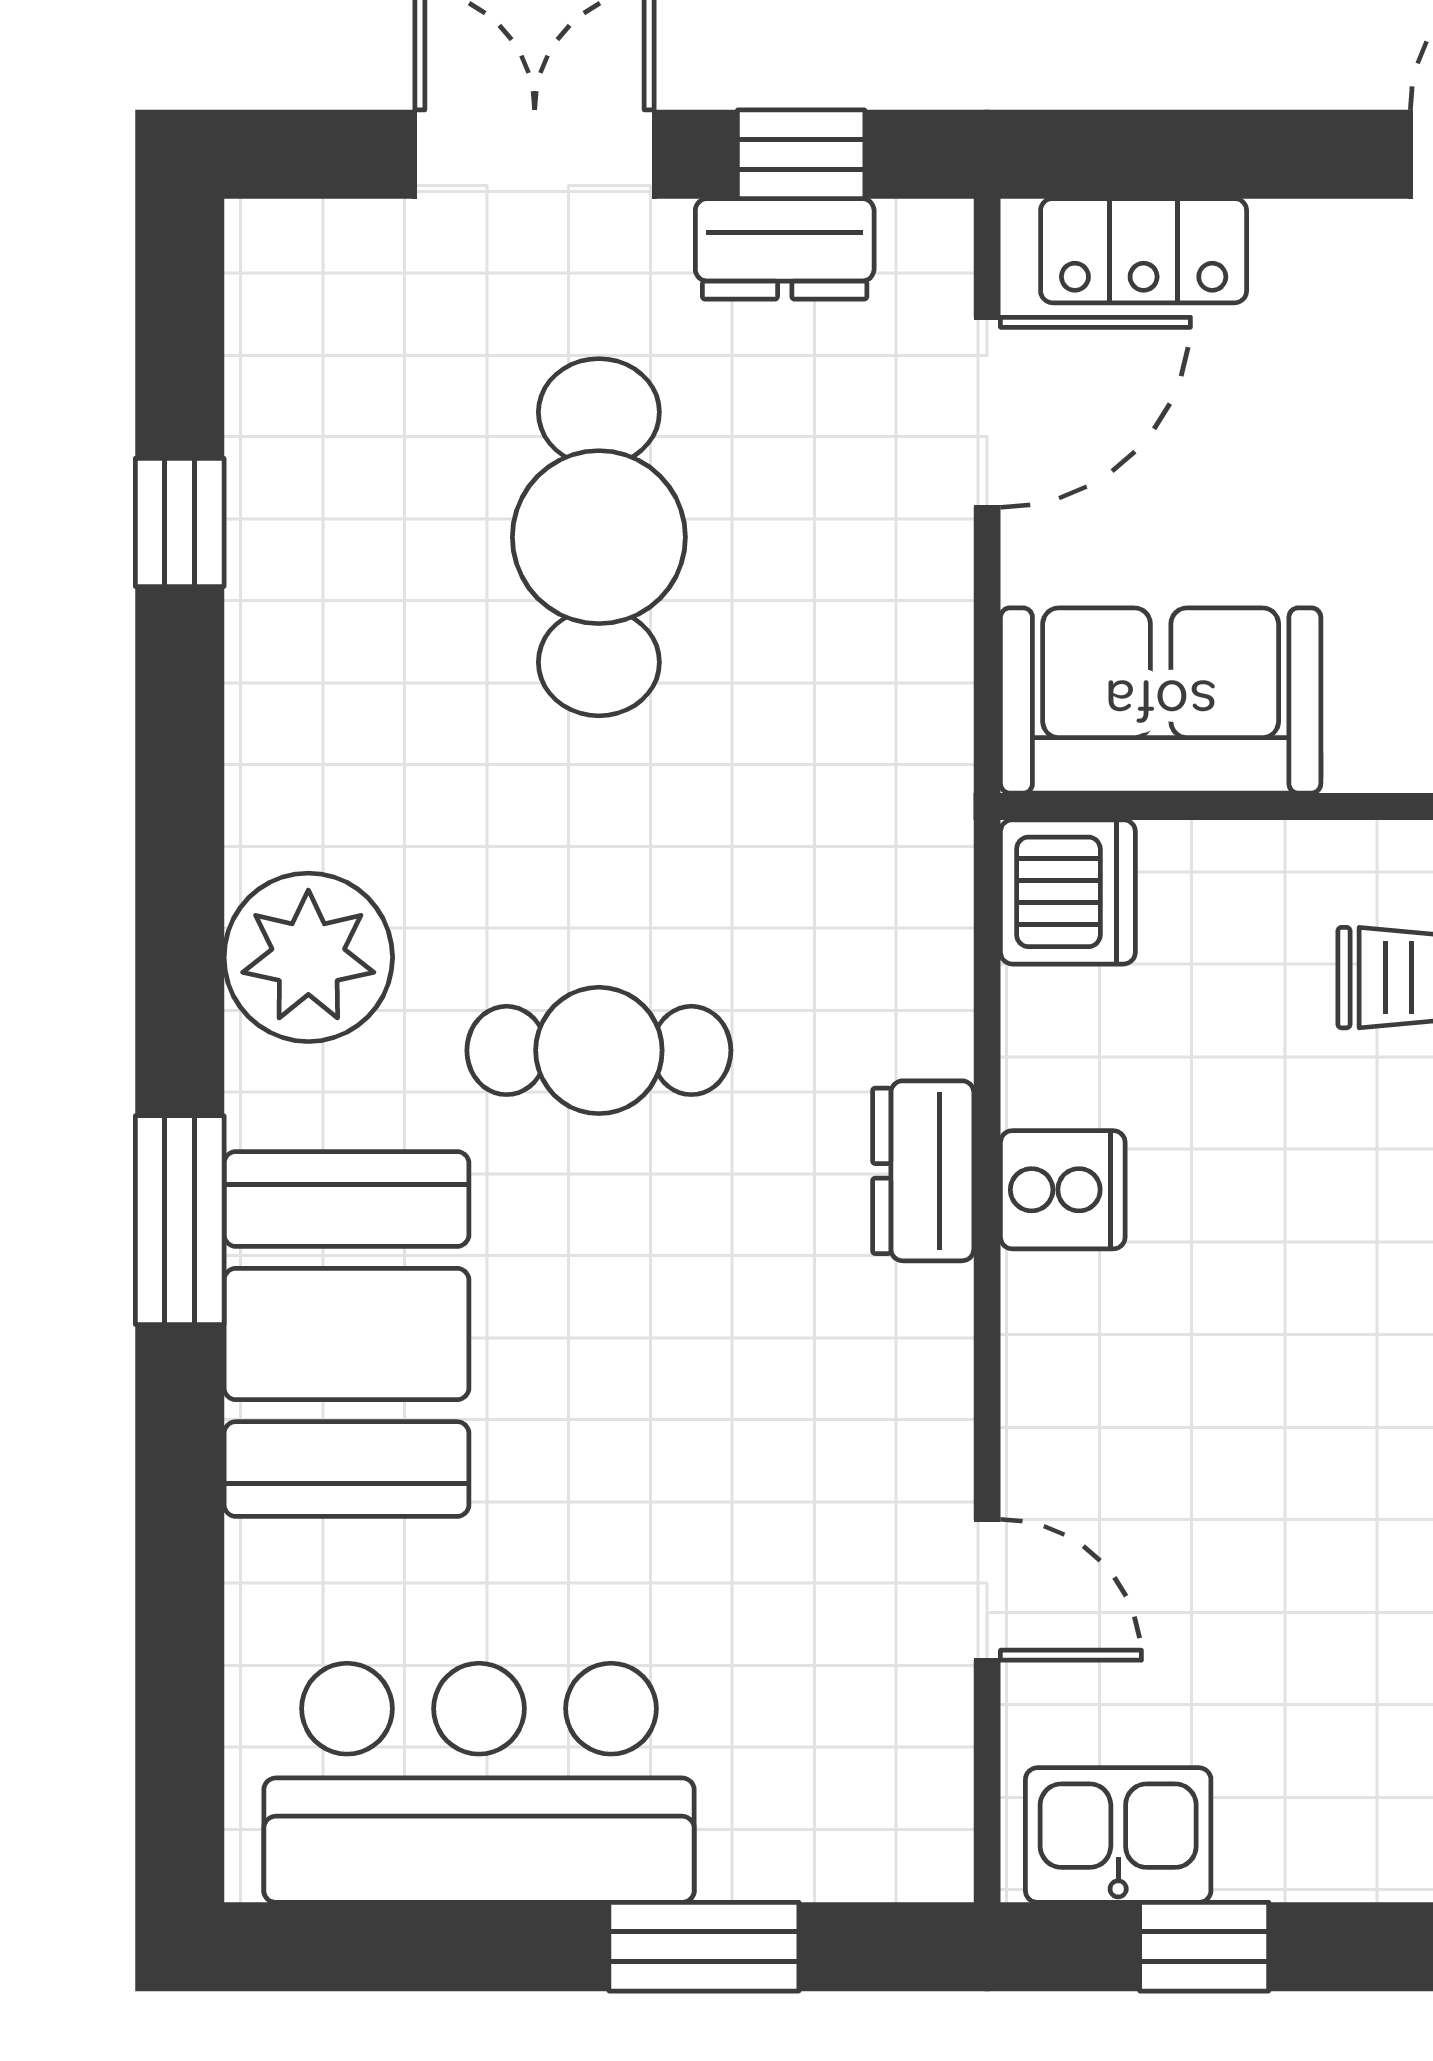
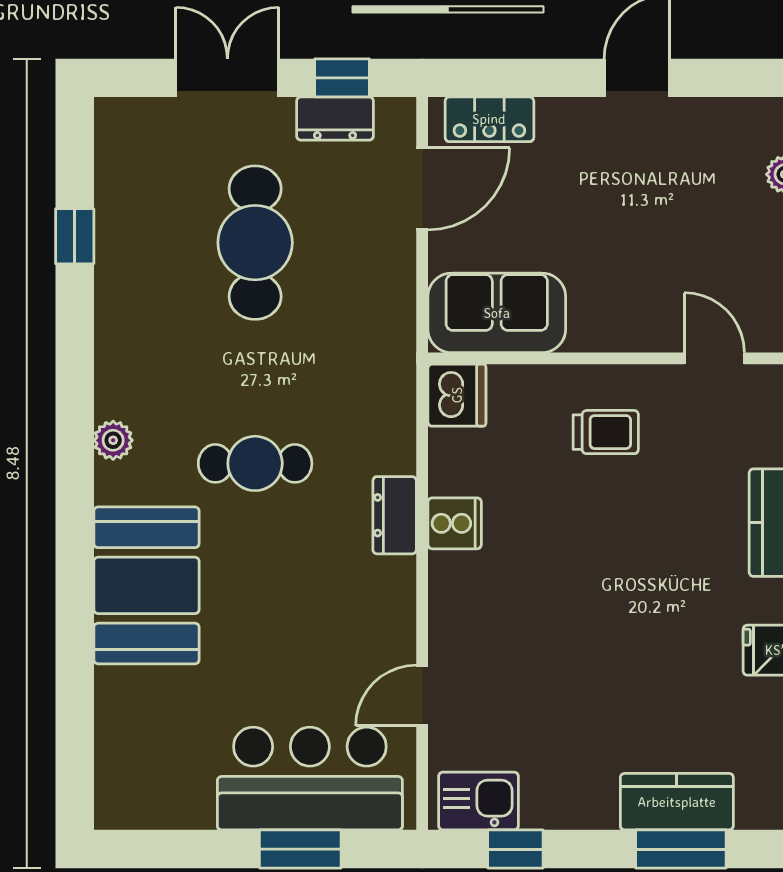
plant: (308, 957) -> (113, 440), width x0.53, depth x0.53
window: (180, 1220) -> (75, 536), removed
door: (987, 1590) -> (422, 695), swing flipped
bar counter: (479, 1783) -> (310, 779), moved

